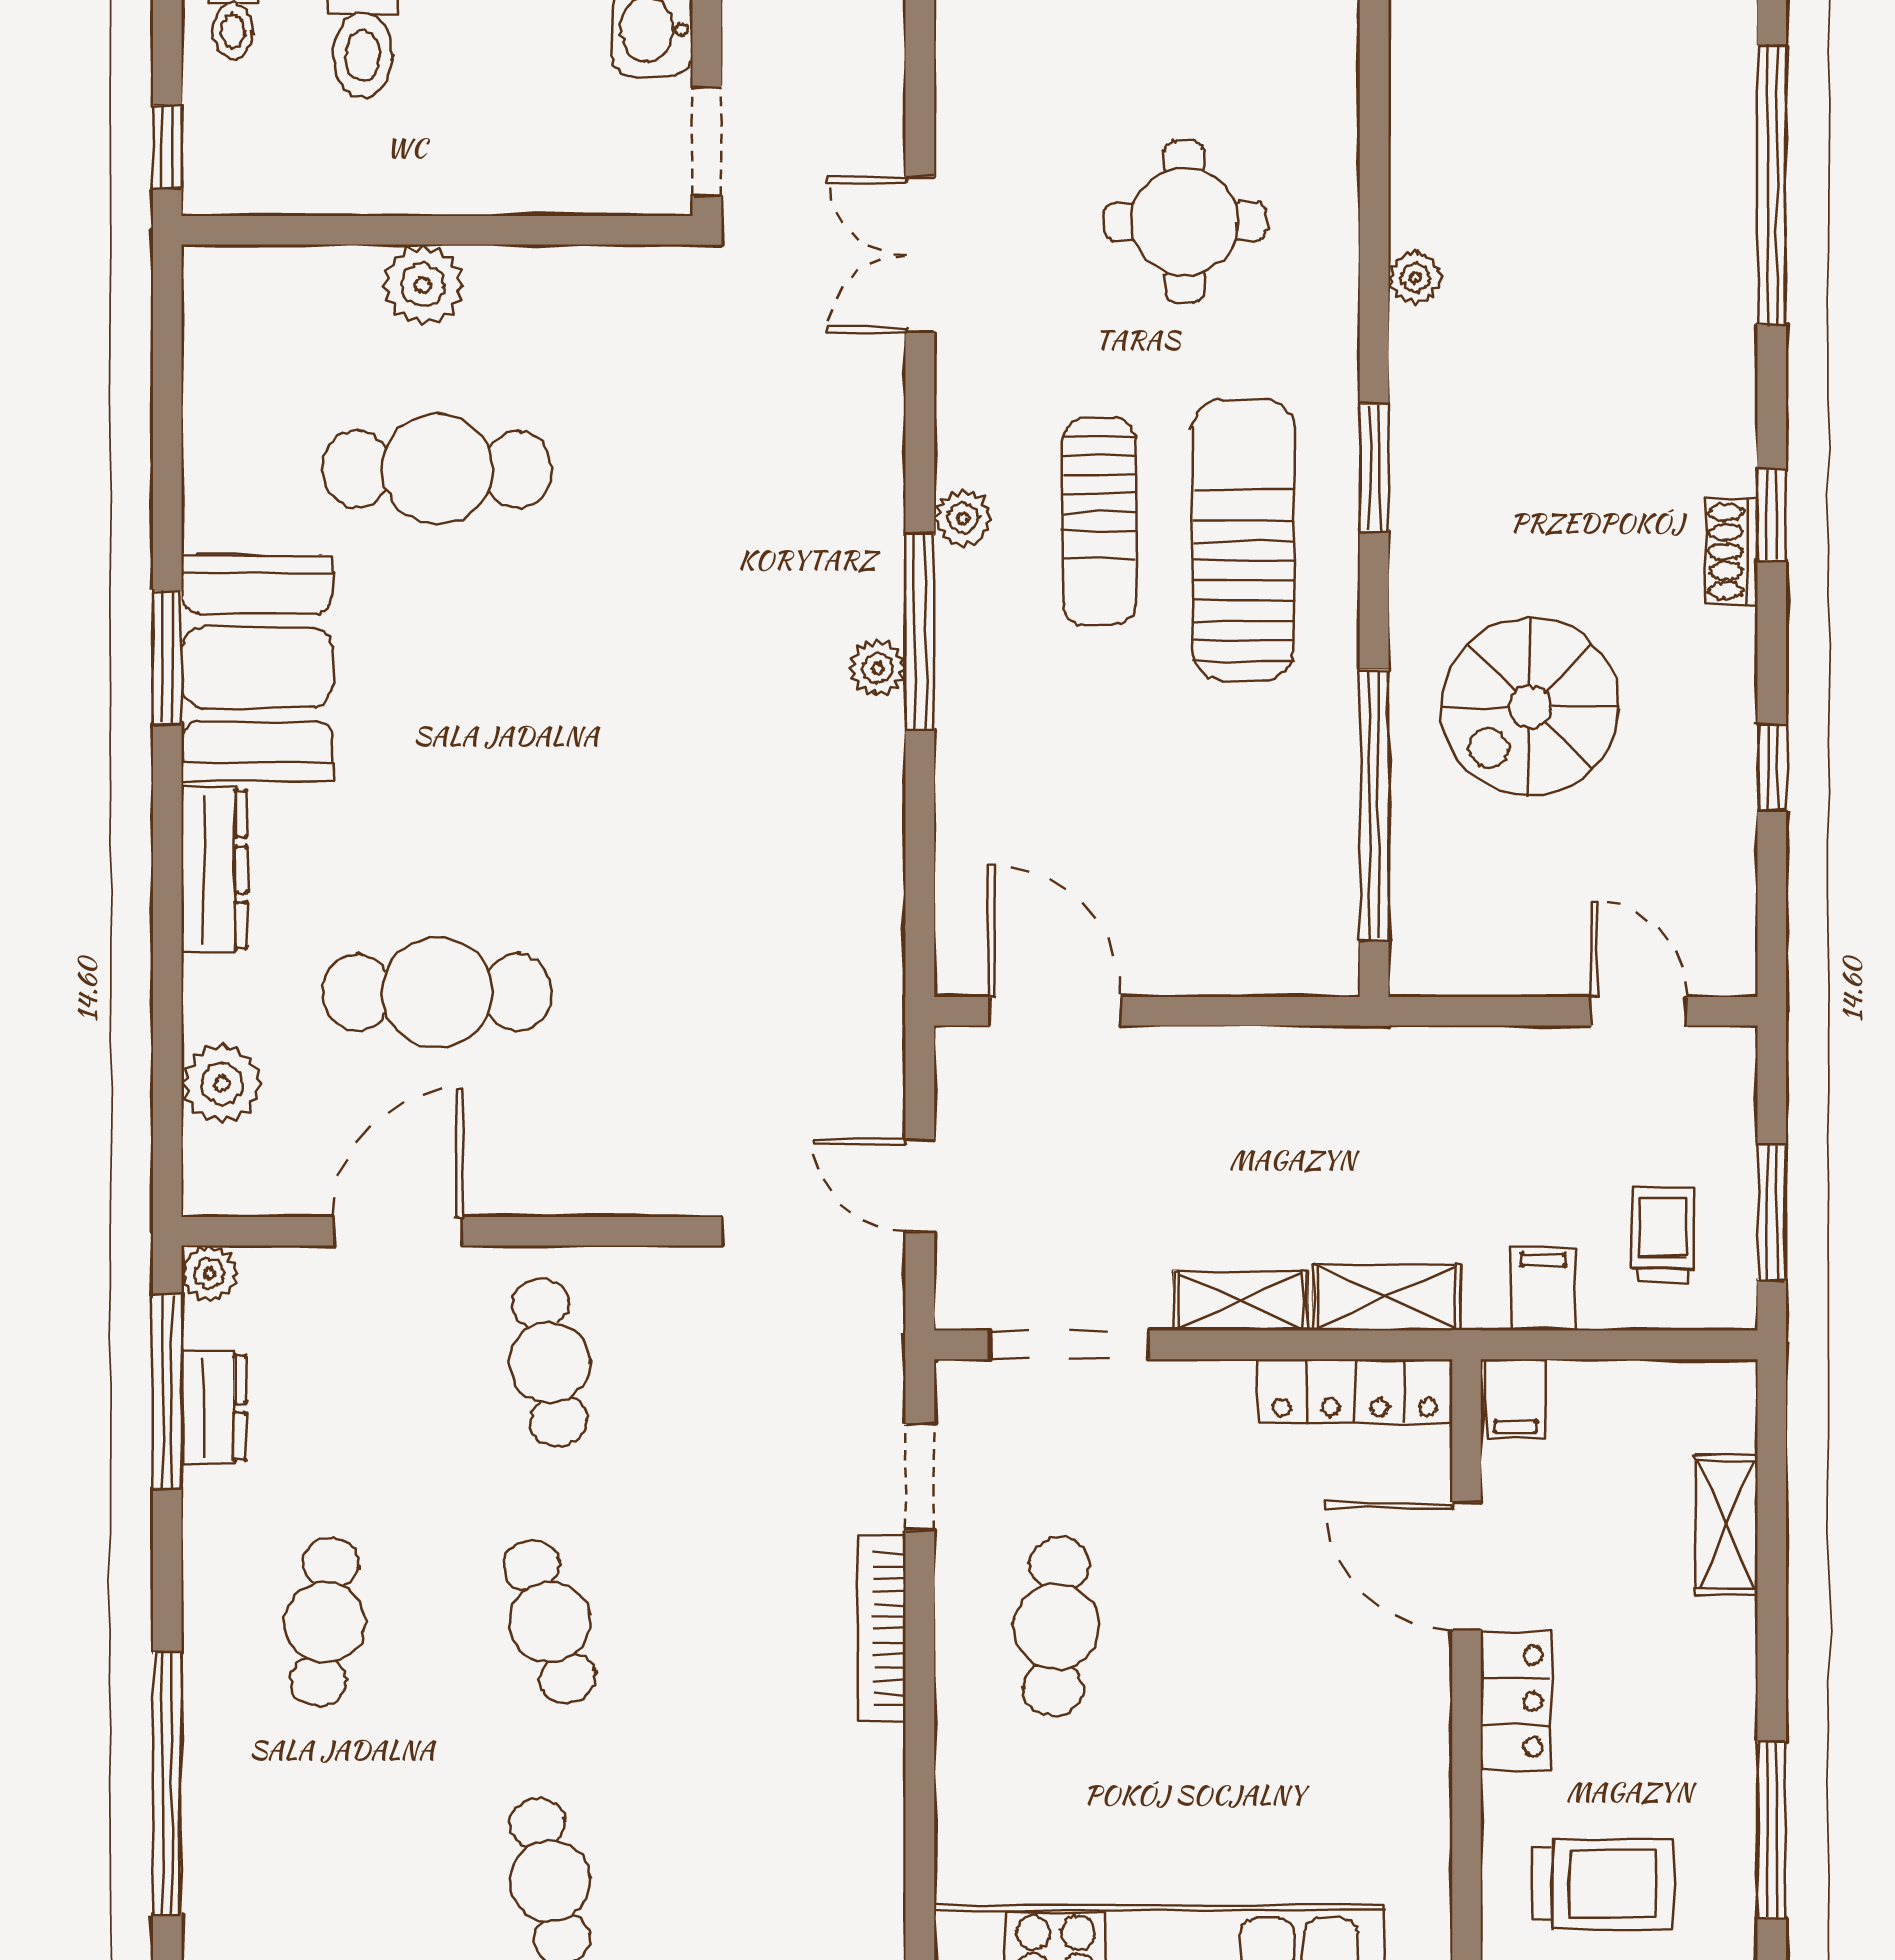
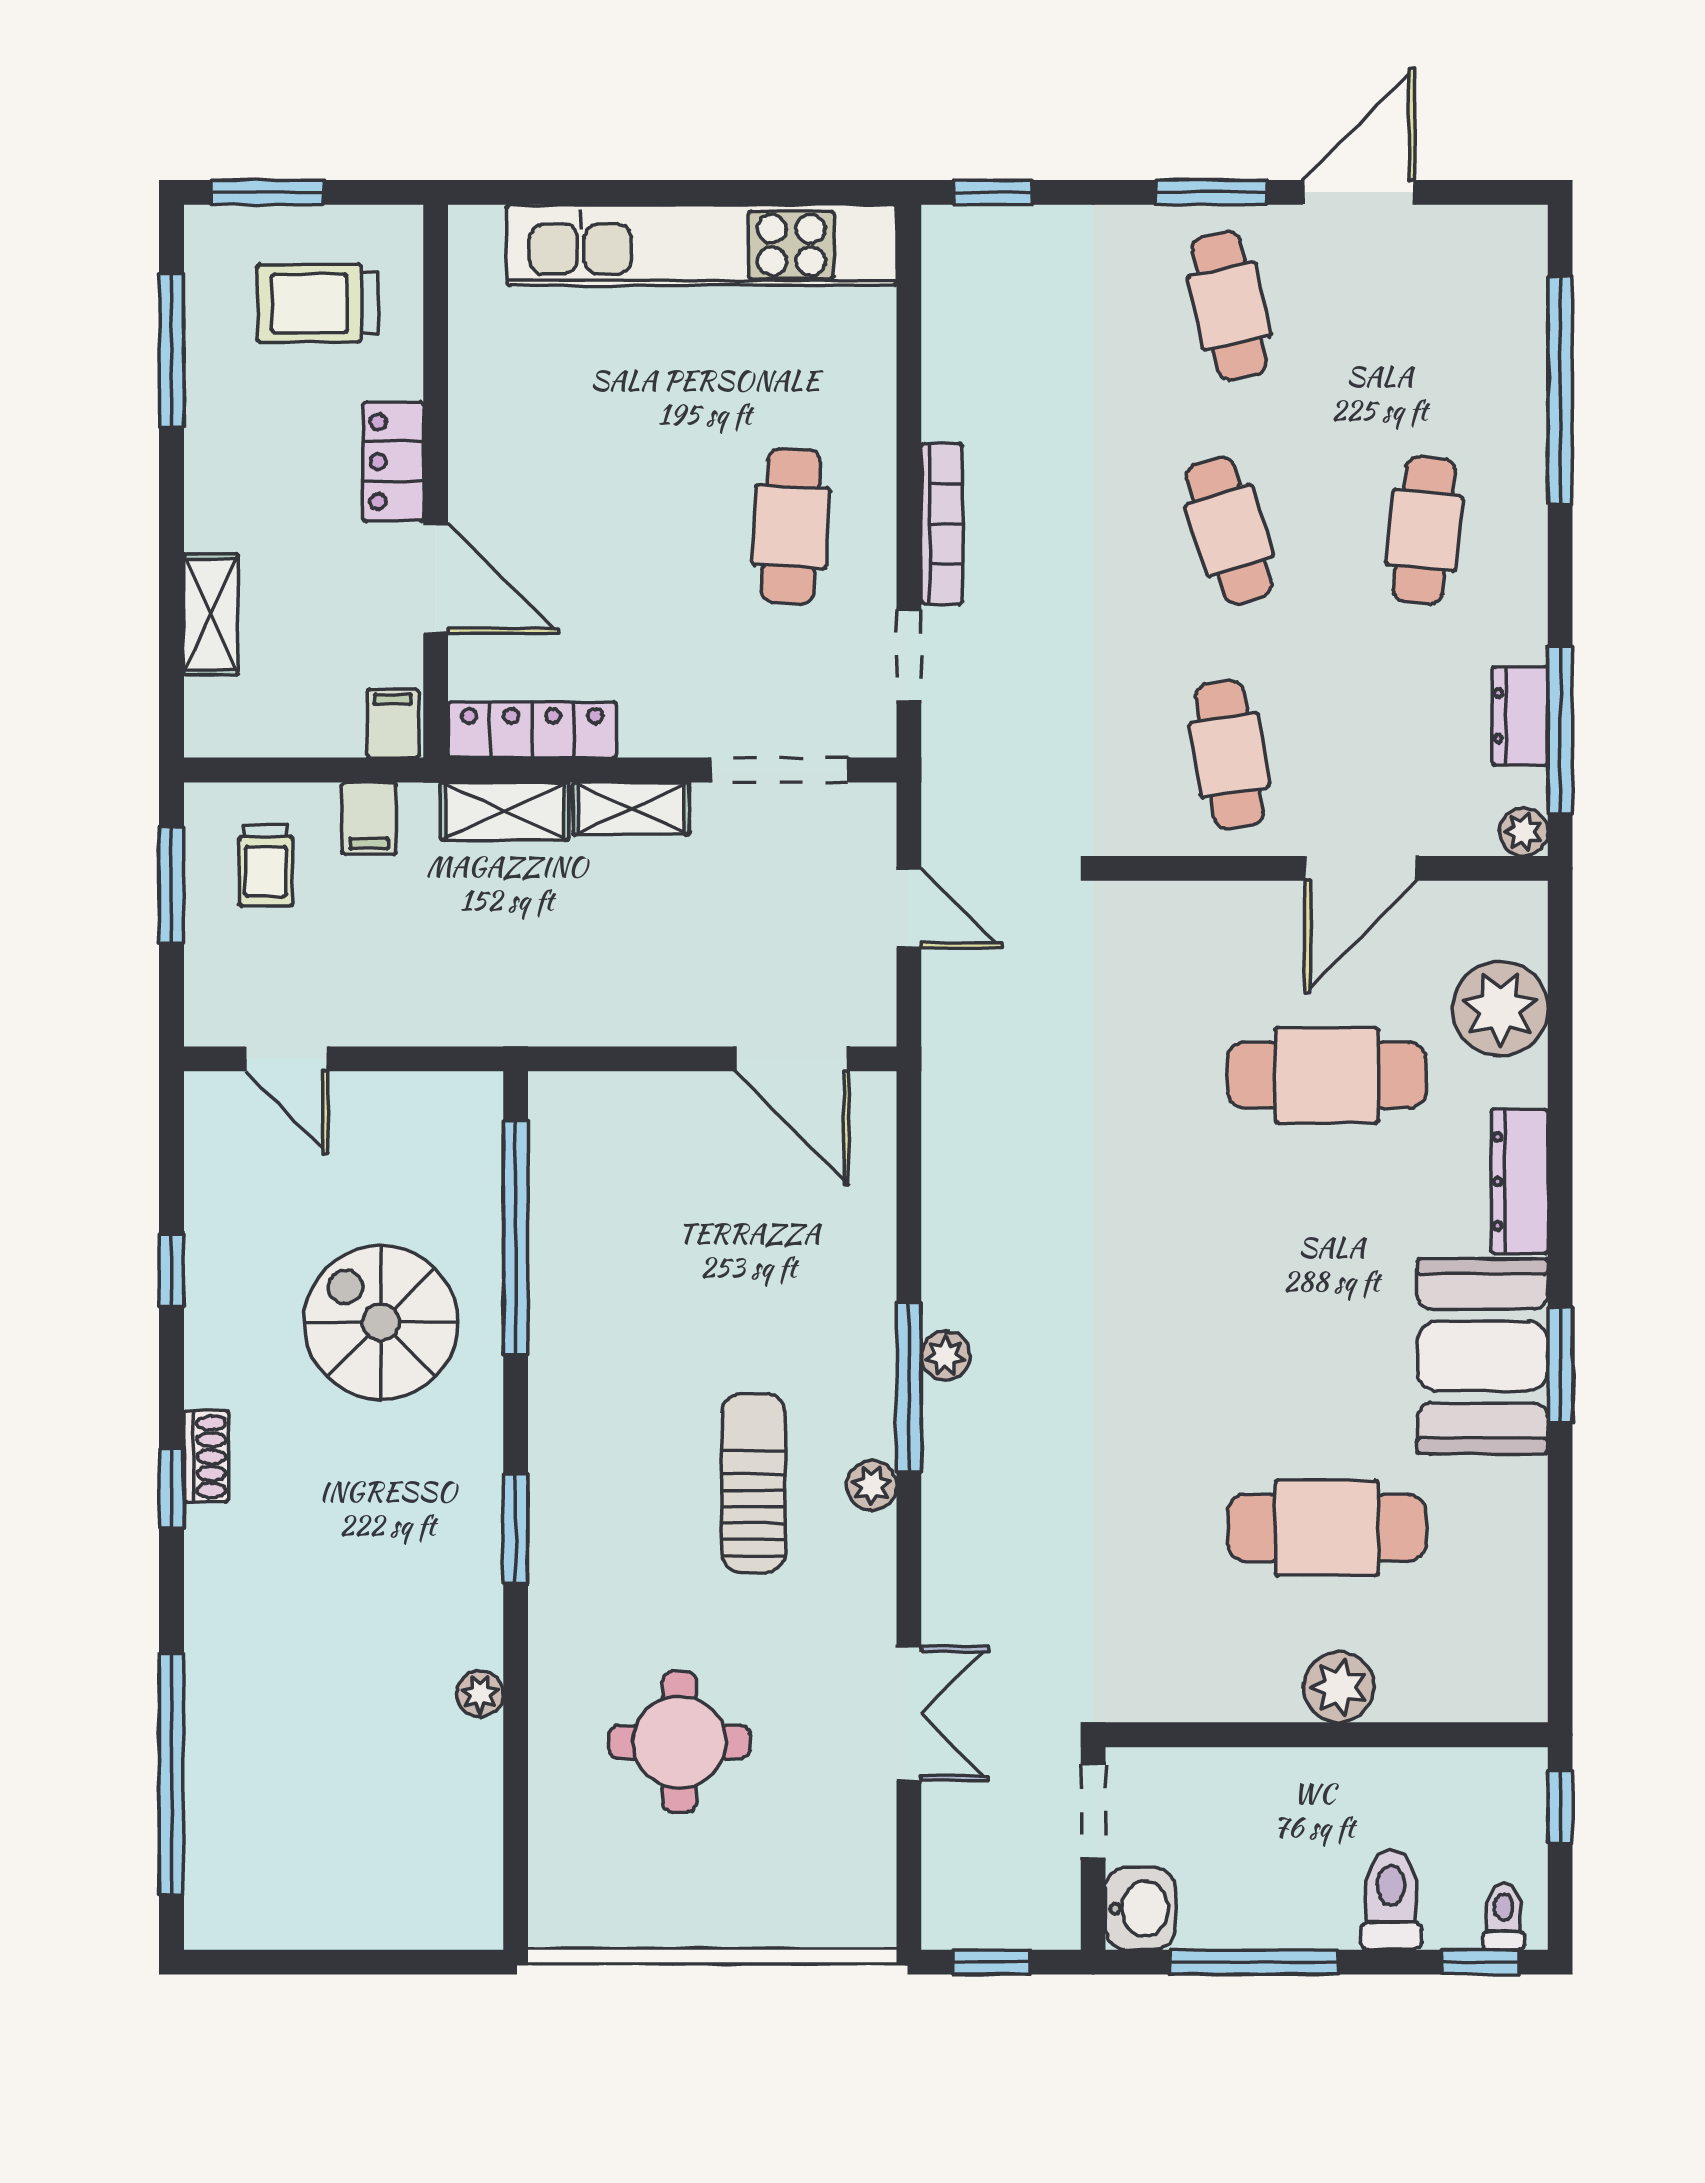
sun lounger: (1243, 540) -> (629, 1467), removed
spiral stairs: (1530, 707) -> (381, 1322), turned -90
plant: (222, 1084) -> (1500, 1009), width x1.36, depth x1.36

